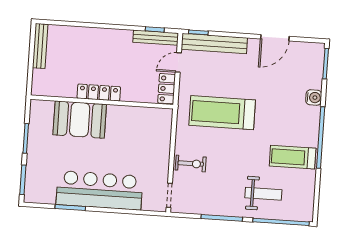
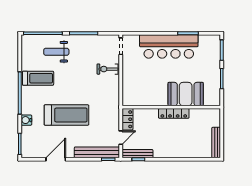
treadmill: (222, 113) -> (66, 115), moved

